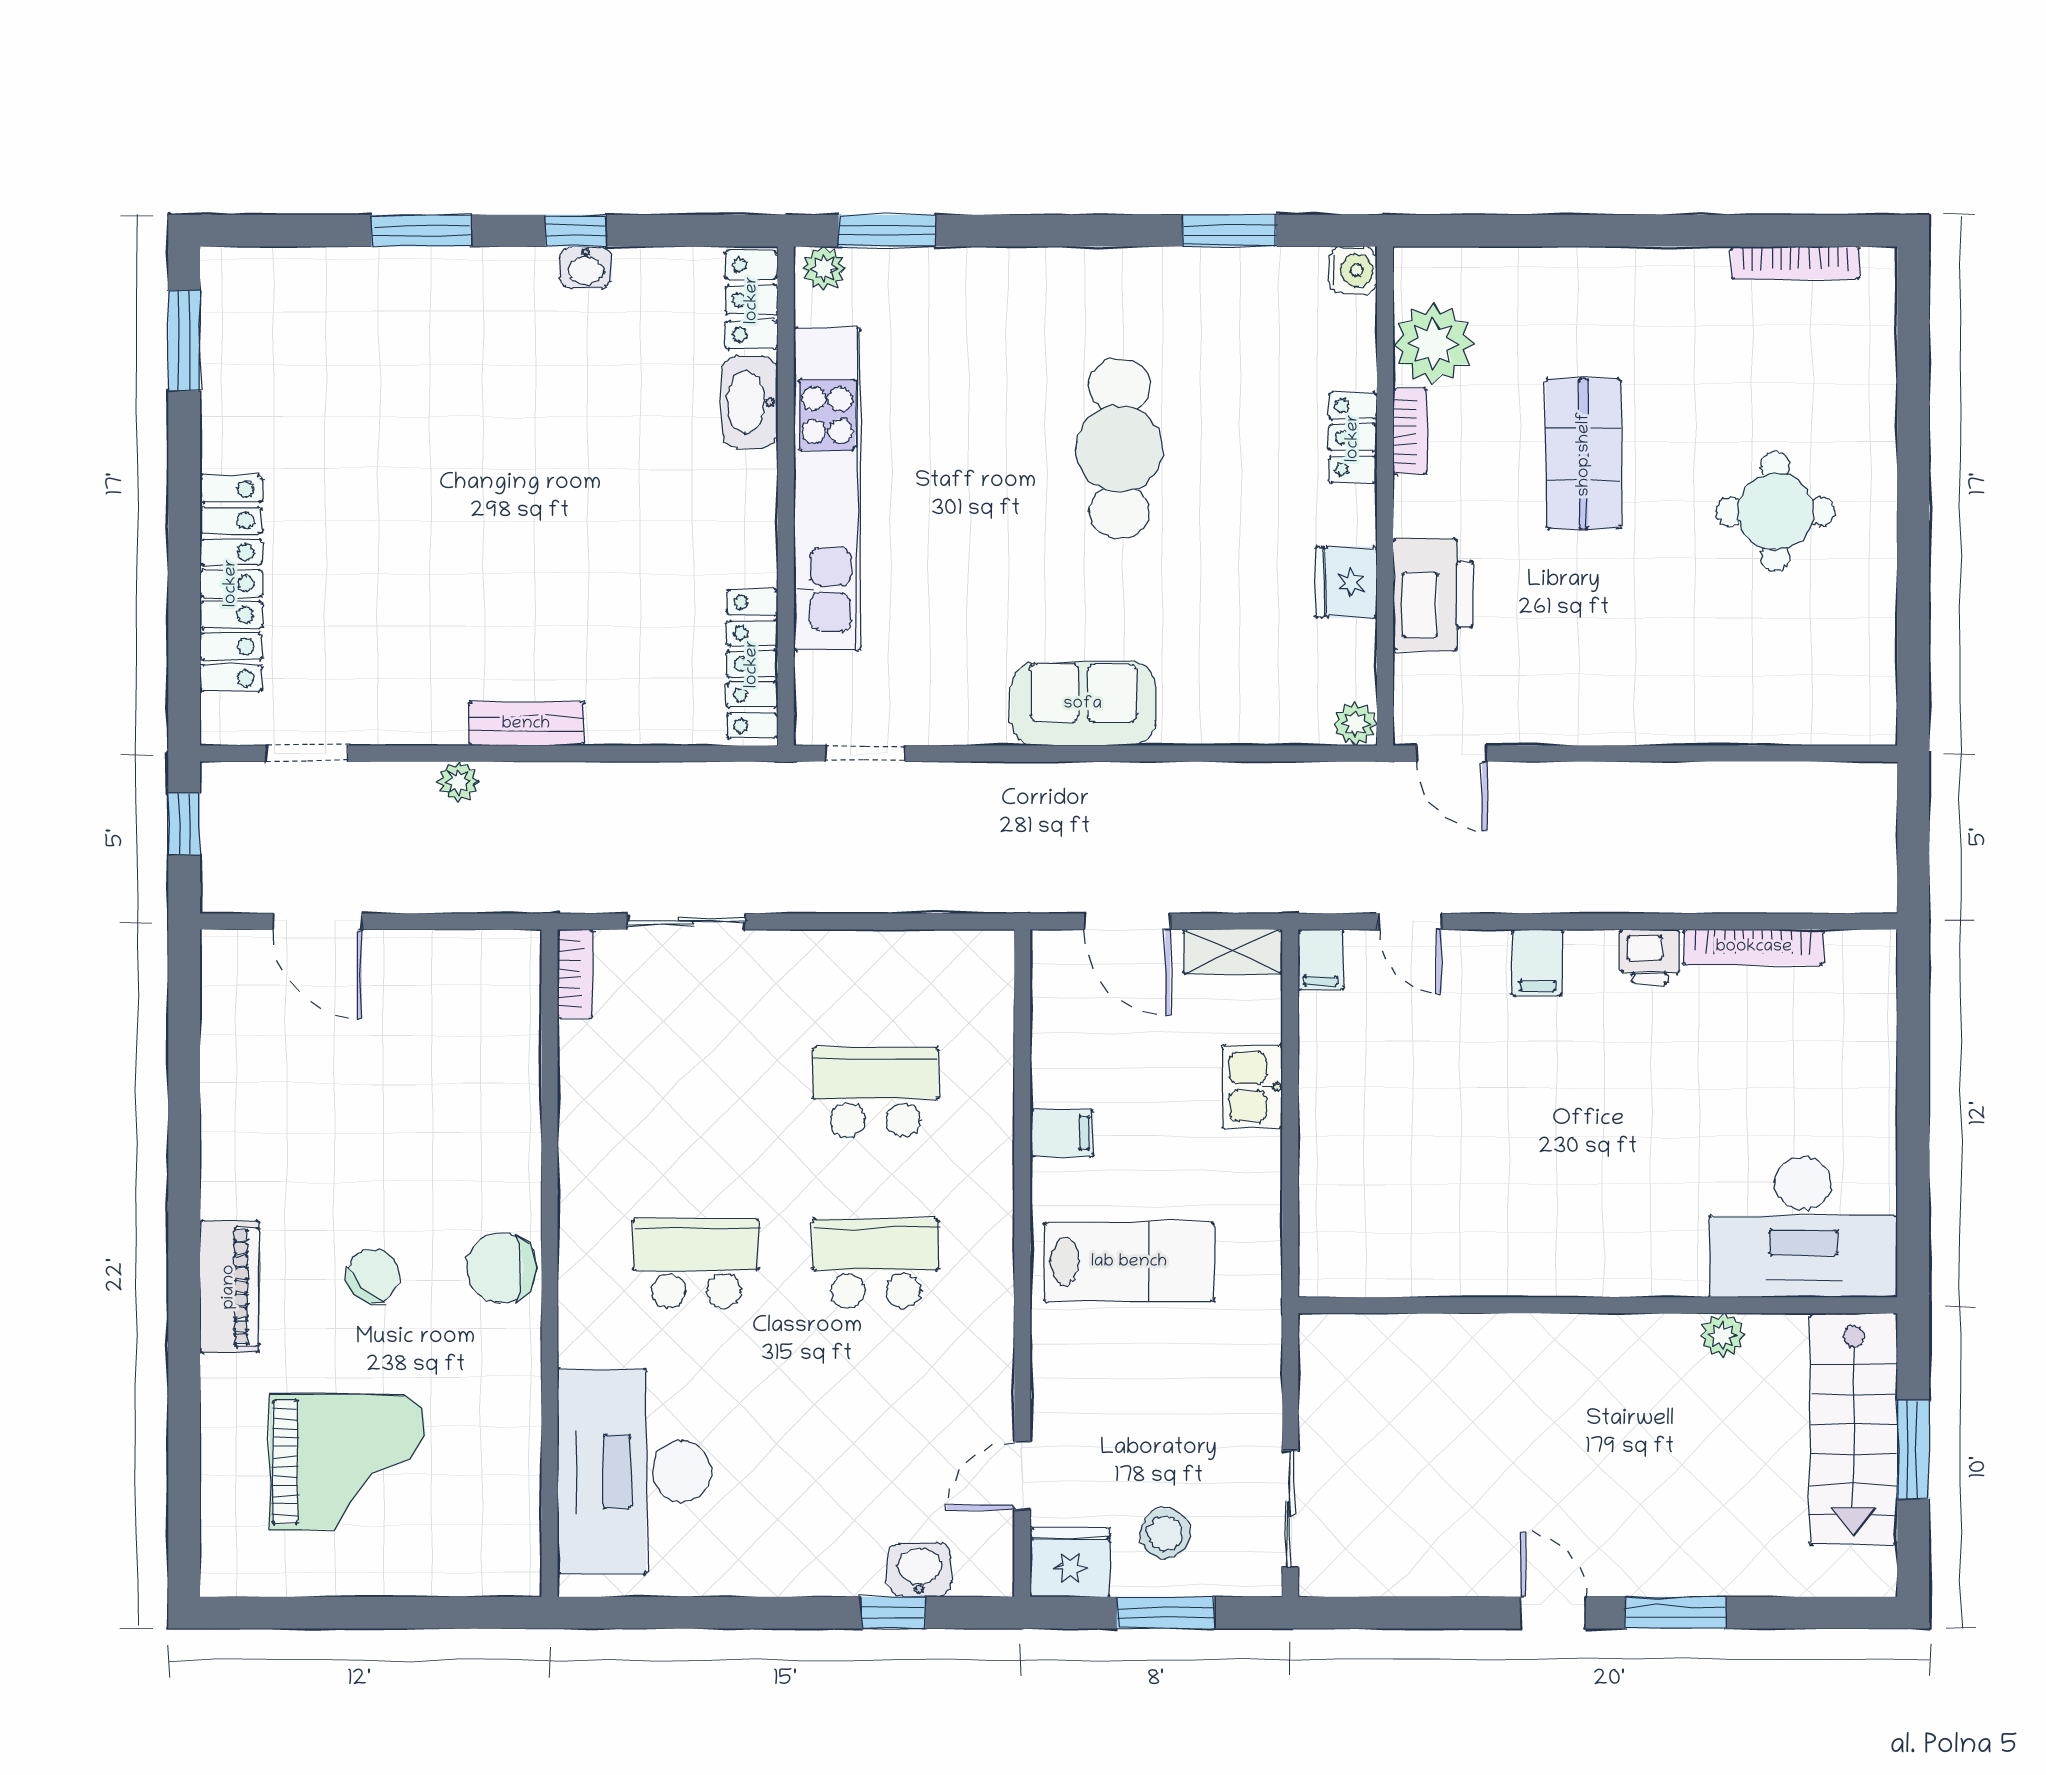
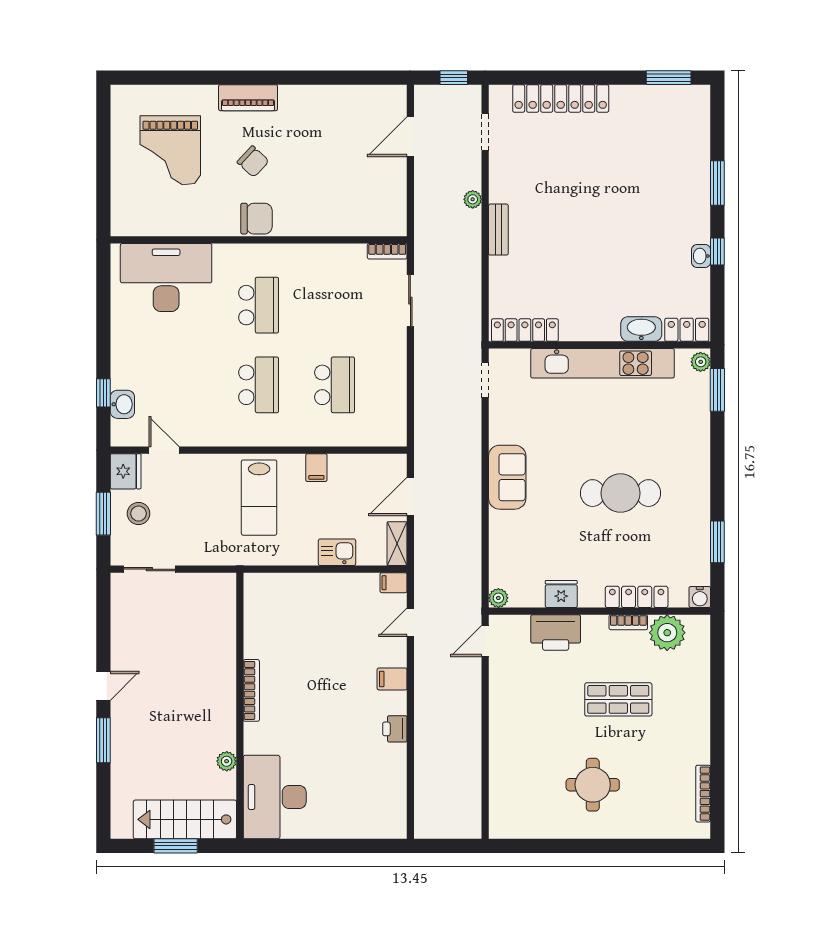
locker: (1353, 438) -> (637, 597), width x1.53
bookcase: (1754, 947) -> (251, 690), moved, turned 180
chair: (502, 1268) -> (257, 219), turned 90

